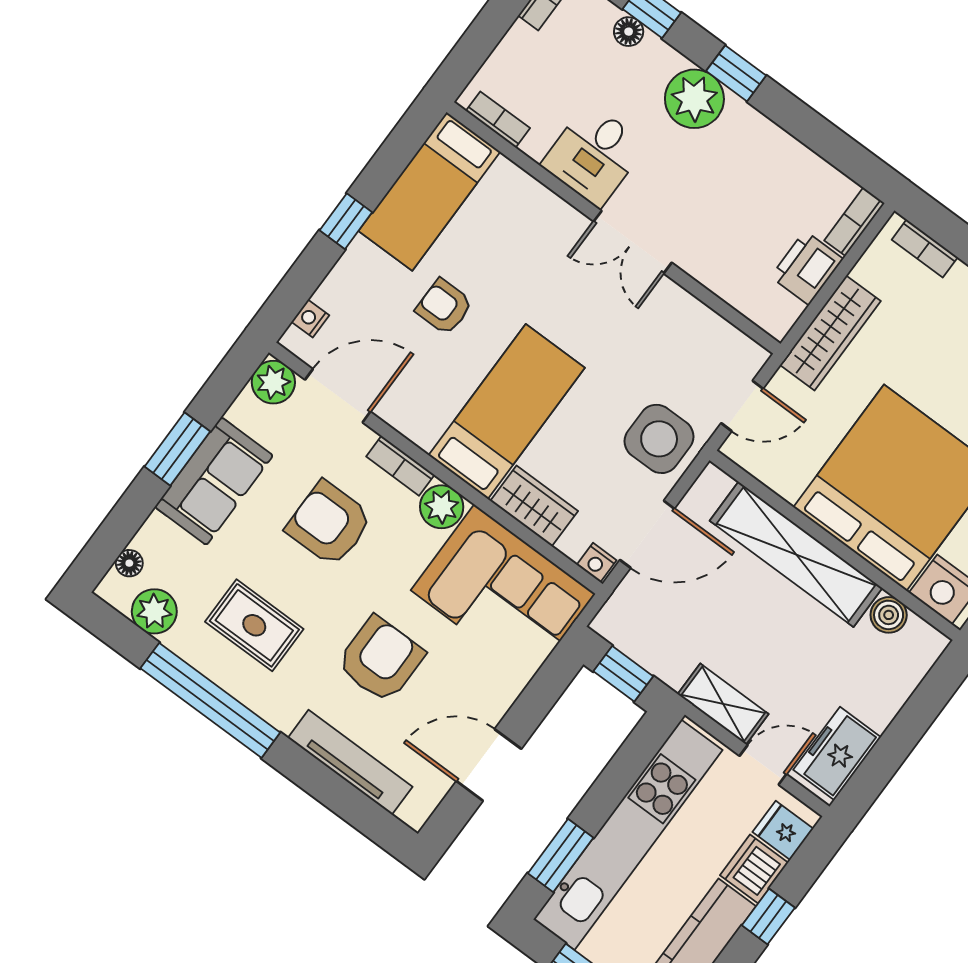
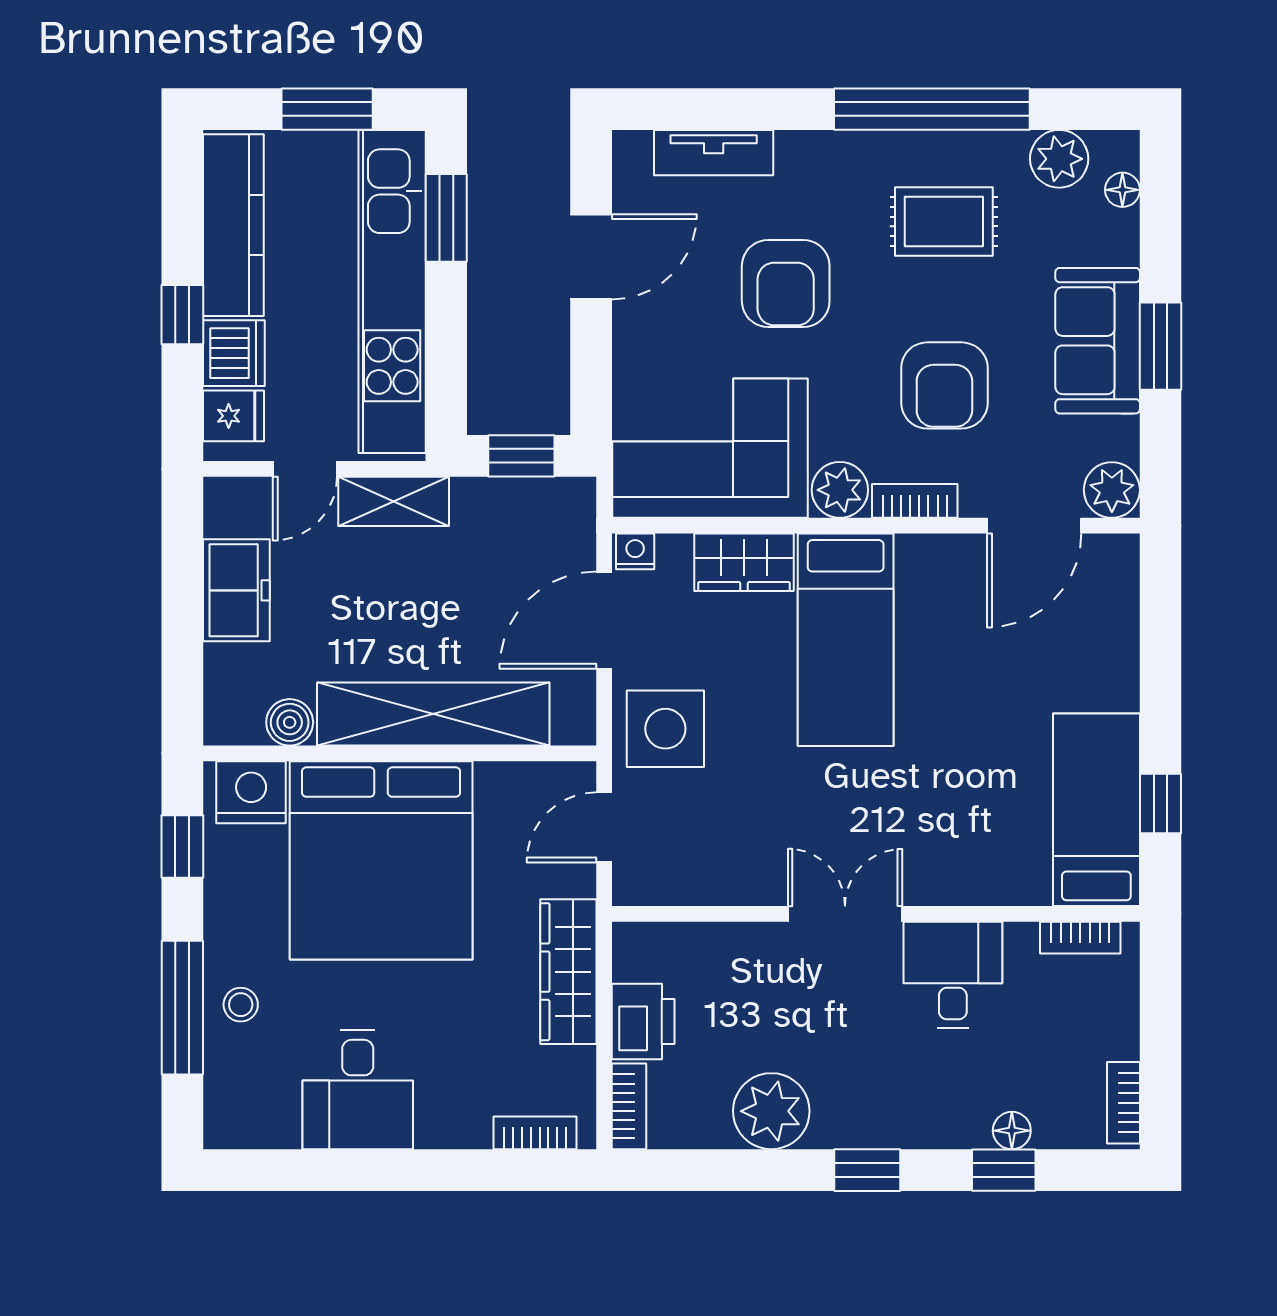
plant: (694, 99) -> (771, 1111), moved
window: (346, 221) -> (1160, 804), moved
armchair: (444, 307) -> (992, 701), removed
nightstand: (310, 318) -> (1123, 585), removed
armchair: (329, 524) -> (944, 385), turned 90
freezer: (837, 754) -> (236, 590), moved
tv unit: (350, 762) -> (714, 153), width x0.71

